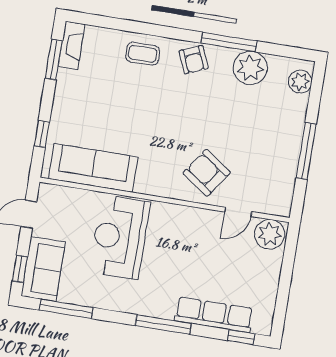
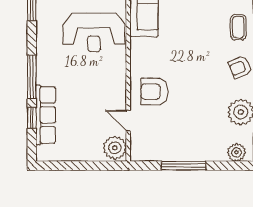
armchair: (207, 173) -> (154, 92), turned -125
reception desk: (120, 237) -> (94, 32), turned 180
window: (241, 337) -> (32, 118), moved

